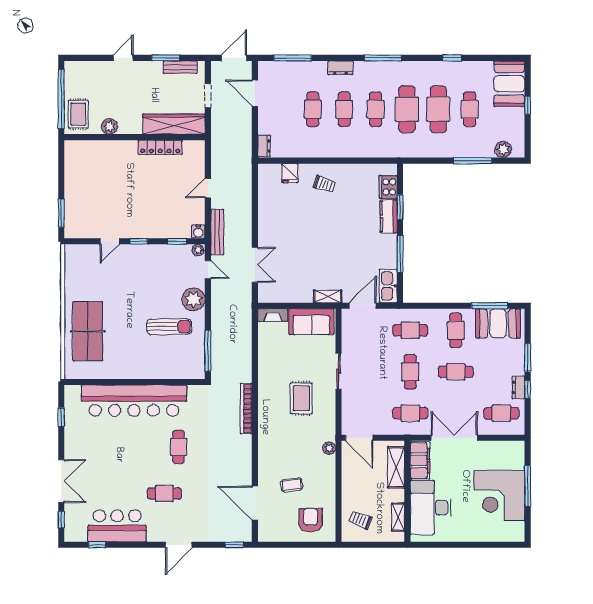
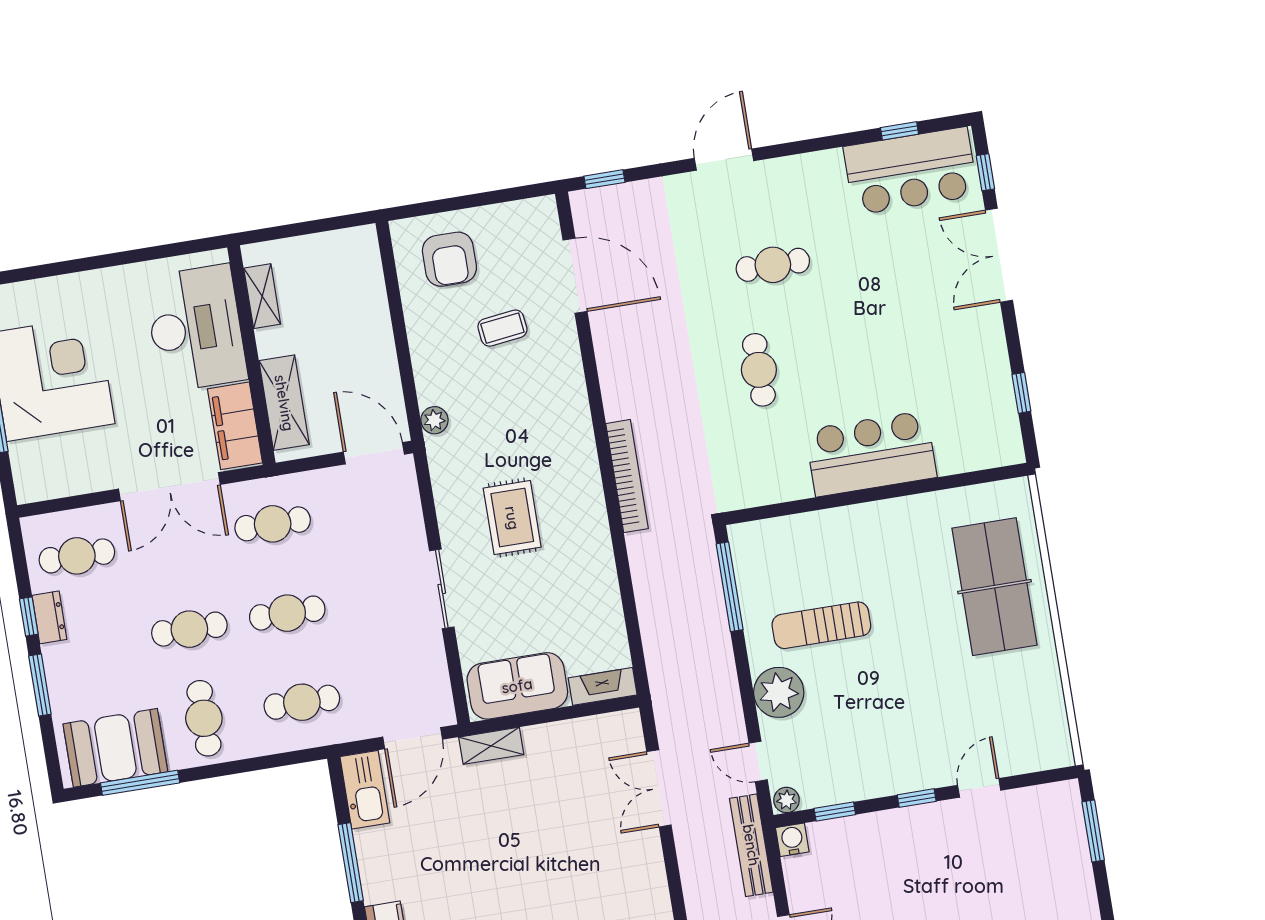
cafe table: (410, 372) -> (287, 613), turned 90
bar counter: (134, 401) -> (871, 454), width x0.54
trolley: (360, 520) -> (342, 277), removed
bar counter: (117, 526) -> (911, 171), moved

